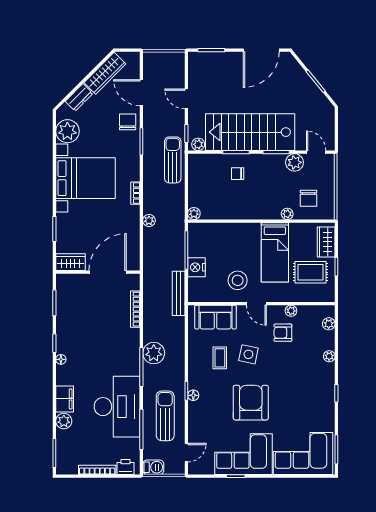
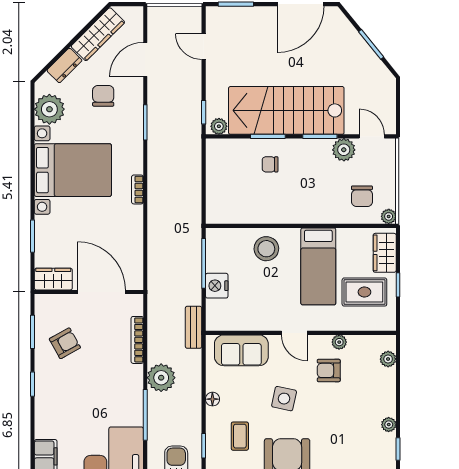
door: (141, 93) -> (145, 59), hinge flipped
door: (186, 99) -> (204, 47), moved
chair: (128, 122) -> (103, 96), moved
sun lounger: (173, 160) -> (186, 146), removed
plant: (194, 214) -> (213, 216), removed
plant: (287, 214) -> (389, 216), moved
plant: (149, 221) -> (155, 225), removed
door: (108, 272) -> (101, 292), hinge flipped
stool: (238, 280) -> (266, 249), moved
bench: (179, 293) -> (194, 327), width x0.73
armchair: (79, 312) -> (65, 343), added
plant: (154, 353) -> (161, 378), moved
plant: (329, 356) -> (389, 425), moved
coffee table: (220, 358) -> (240, 436), moved
floor lamp: (61, 359) -> (41, 405), removed
floor lamp: (193, 395) -> (212, 399), moved

